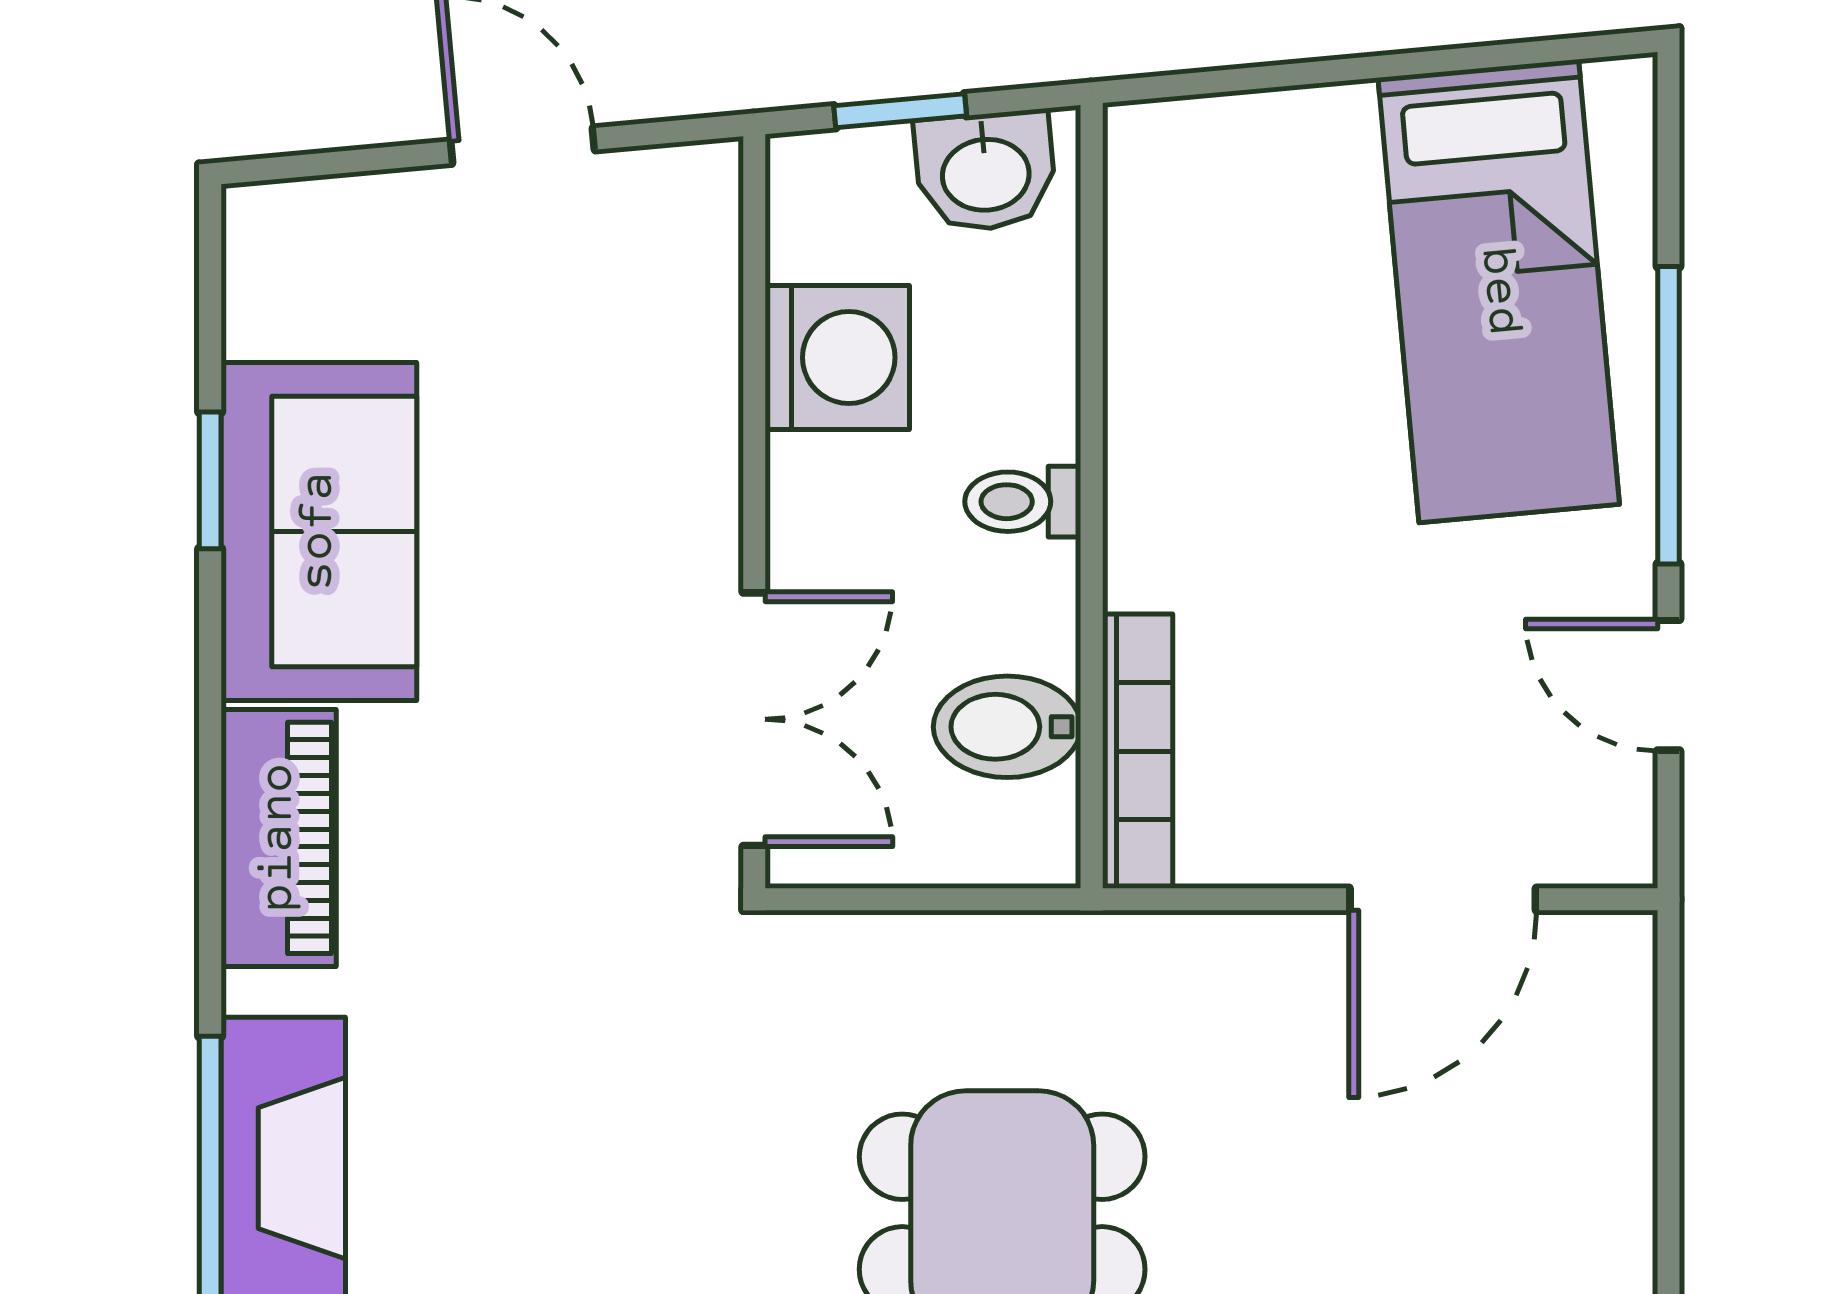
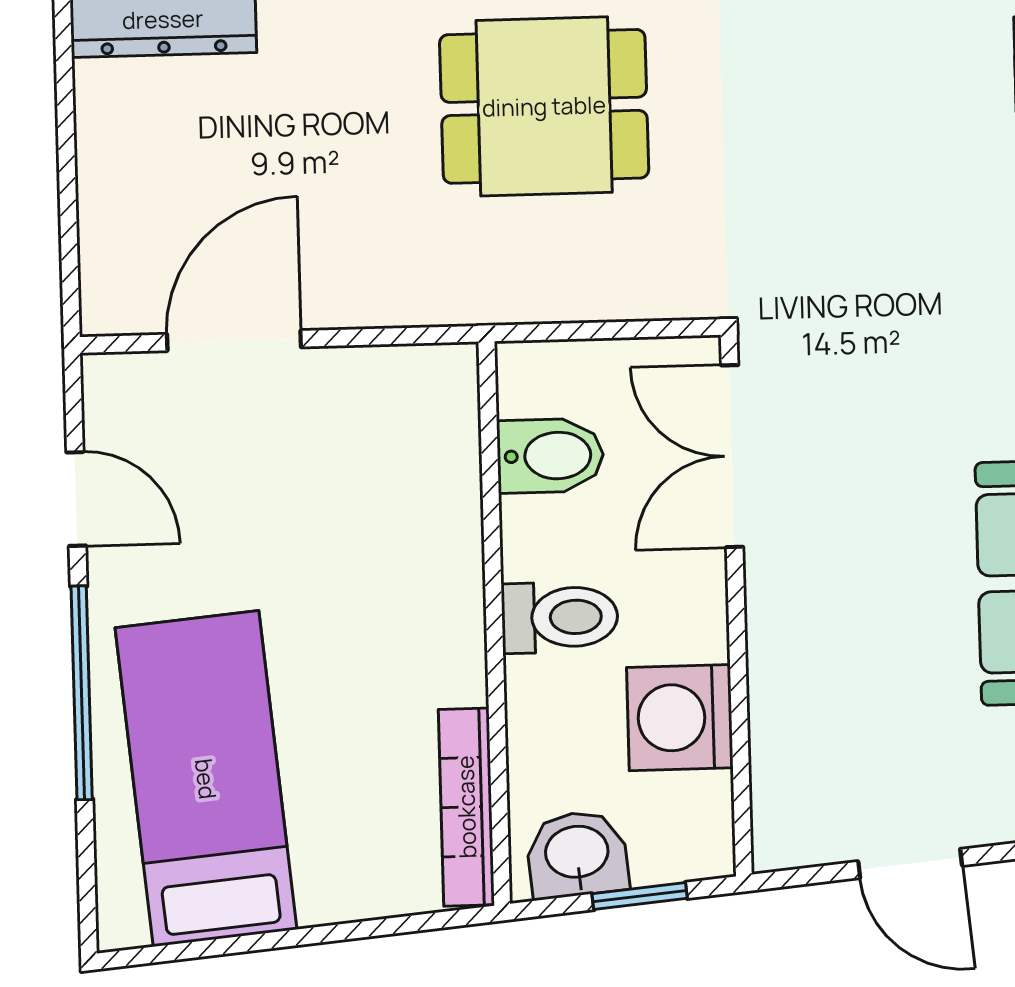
toilet: (1023, 502) -> (560, 617), width x1.37, depth x1.39
bookcase: (1138, 751) -> (466, 807), moved

